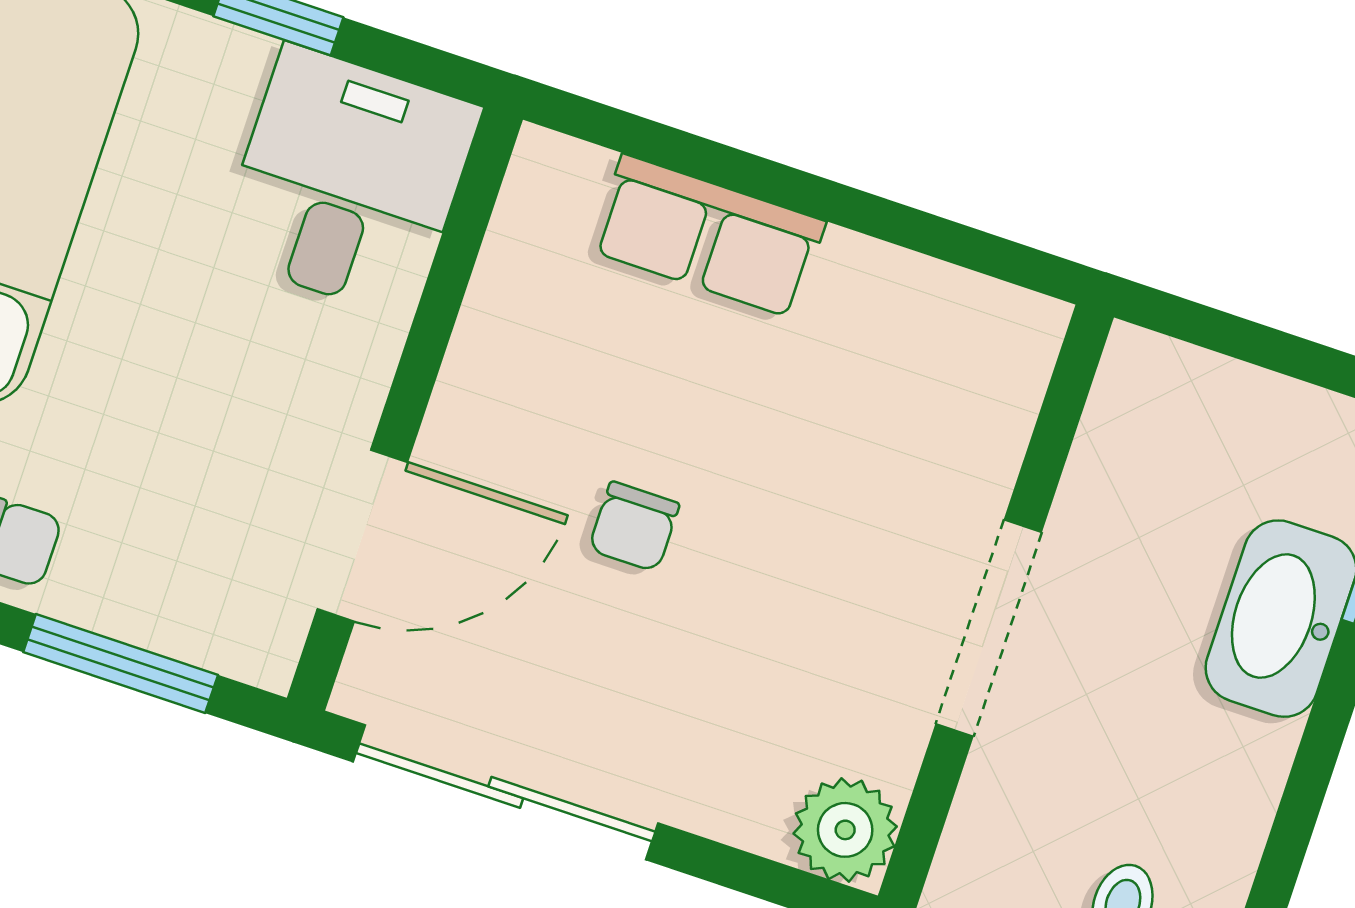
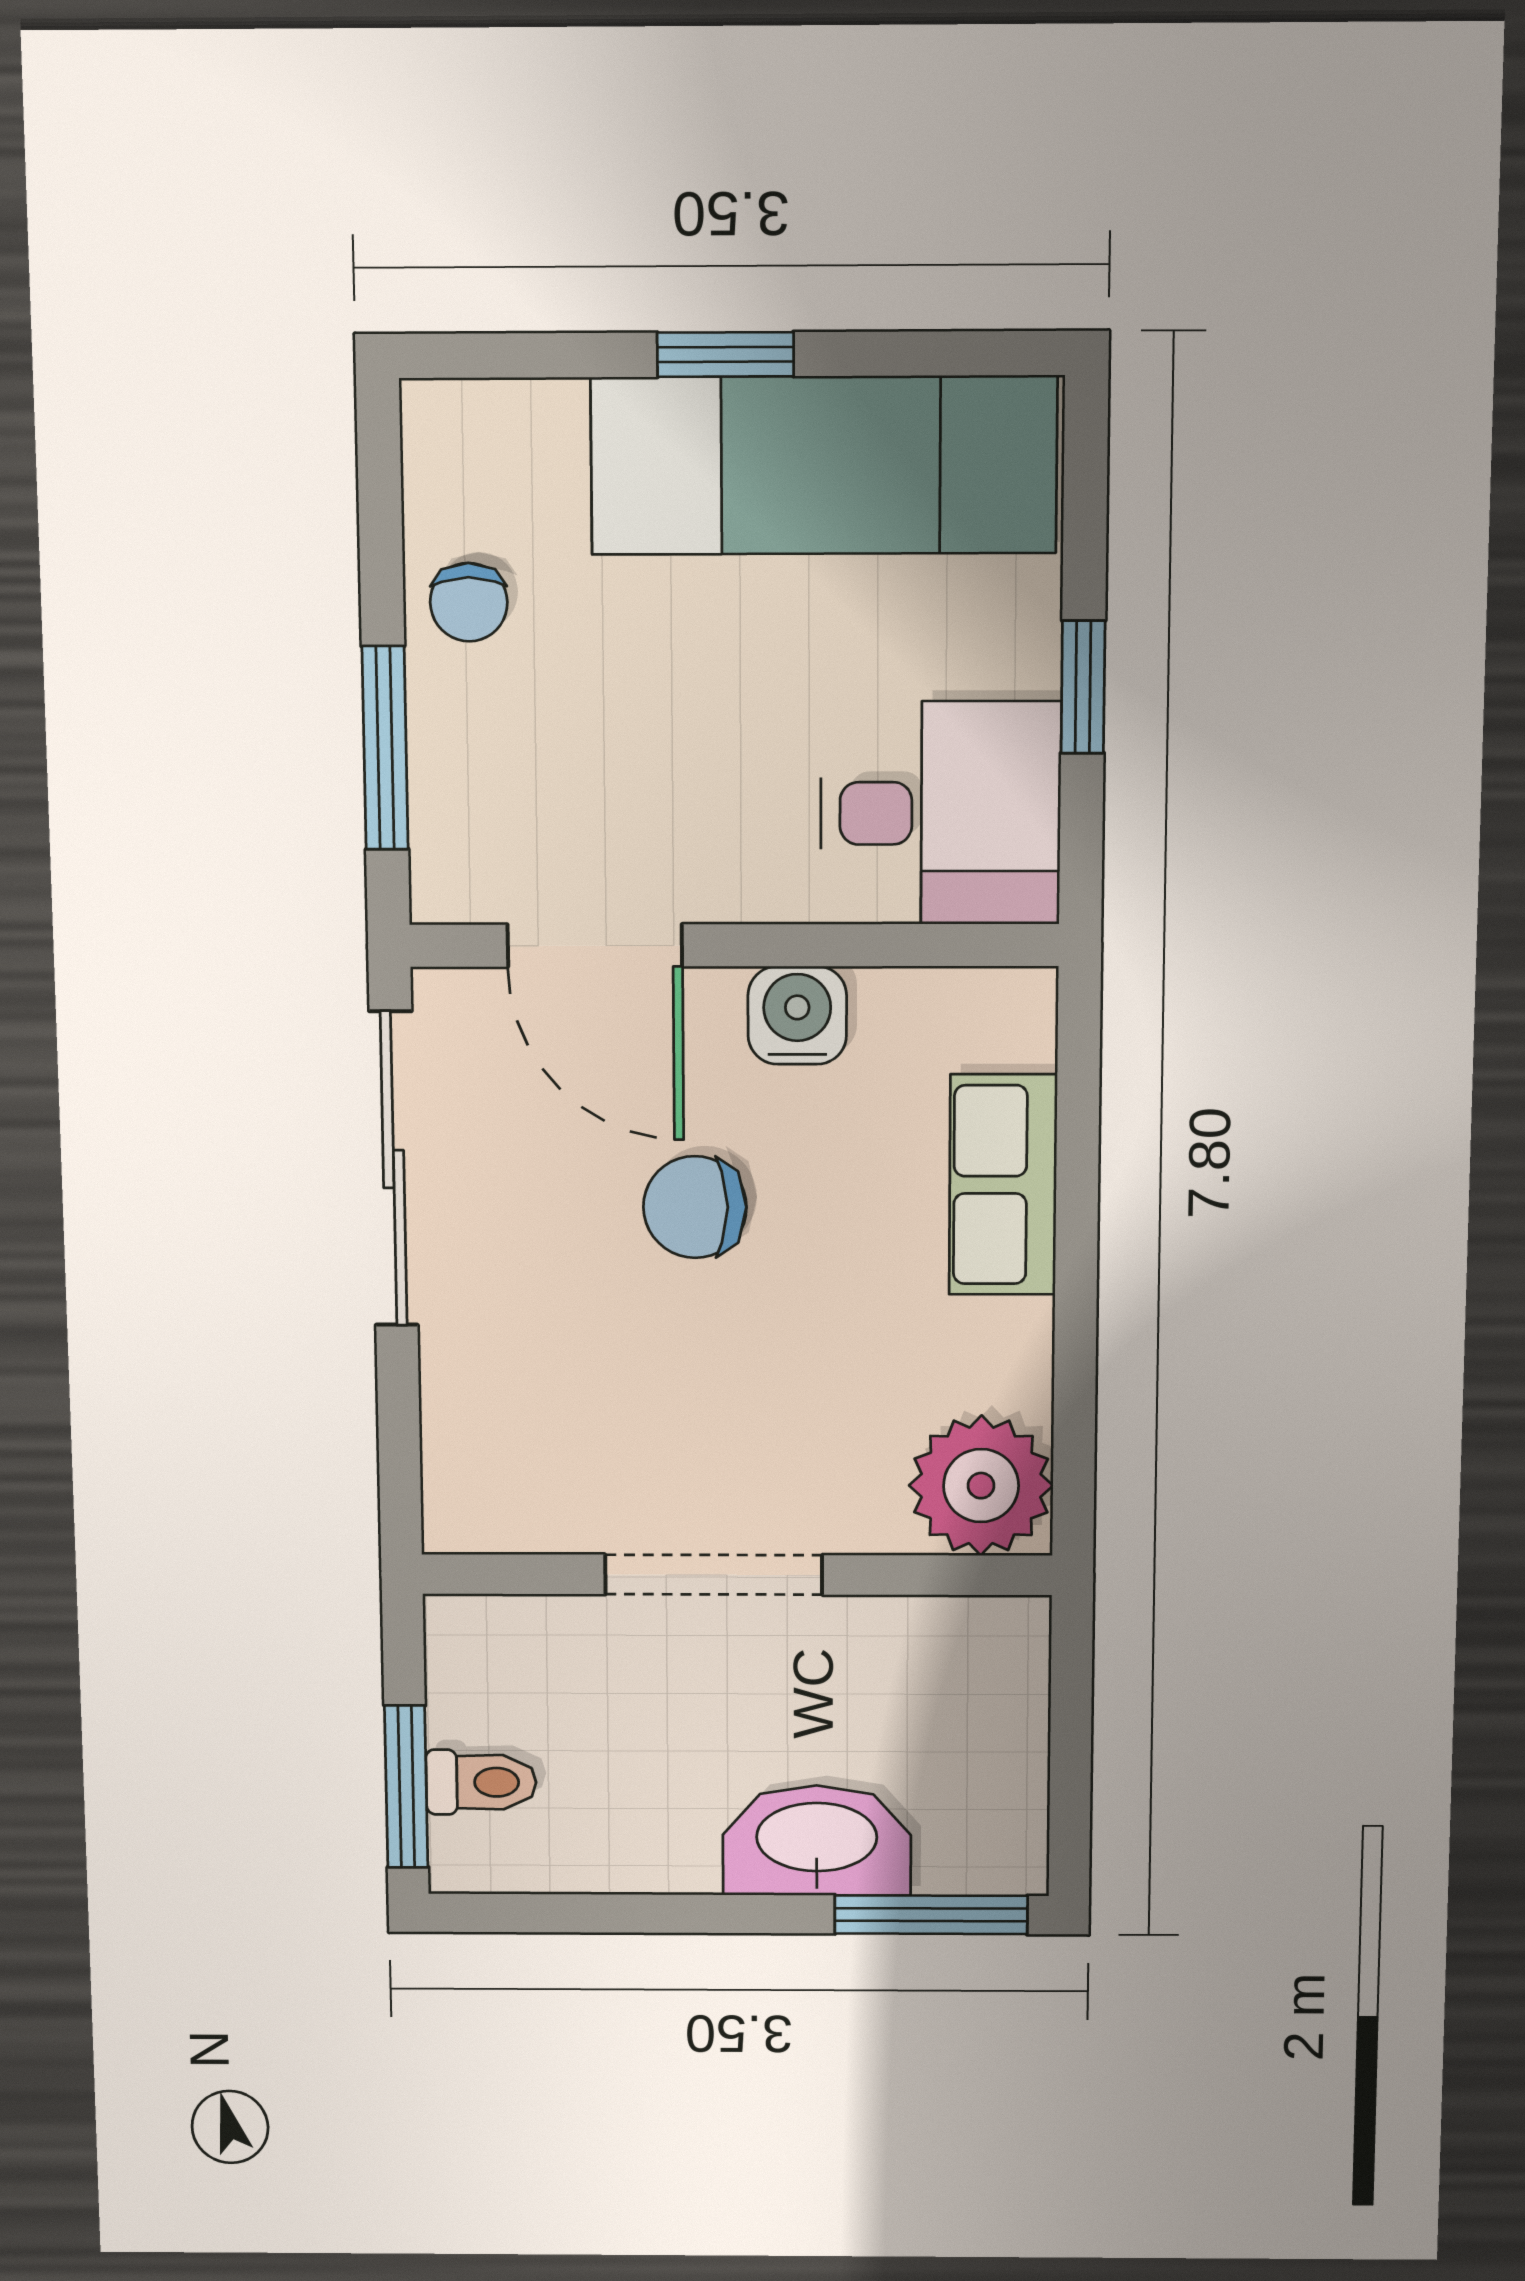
water cooler: (488, 373) -> (797, 1015), added
chair: (634, 527) -> (695, 1207), width x1.37, depth x1.37
plant: (845, 830) -> (981, 1486), moved, width x1.36, depth x1.36

